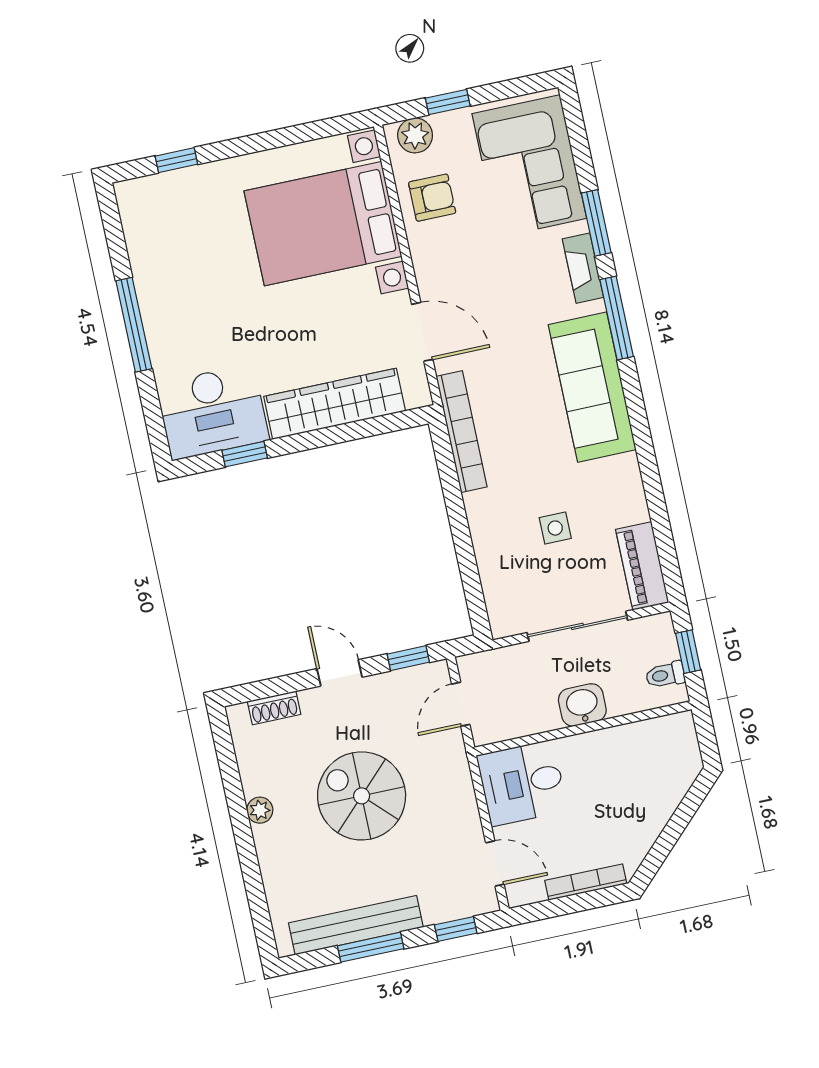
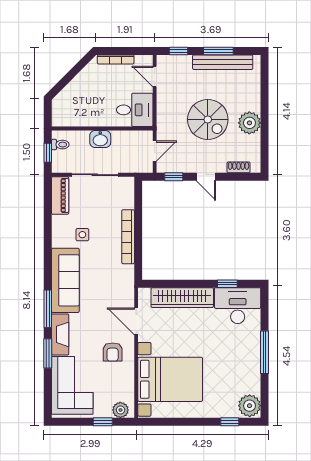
armchair: (432, 198) -> (113, 352), moved, turned -90
plant: (141, 204) -> (250, 406), added
fireplace: (583, 268) -> (60, 334), width x1.37, depth x1.32
bookcase: (462, 432) -> (128, 237), moved
side table: (555, 528) -> (82, 235), moved
plant: (260, 810) -> (249, 123), width x1.87, depth x1.87

